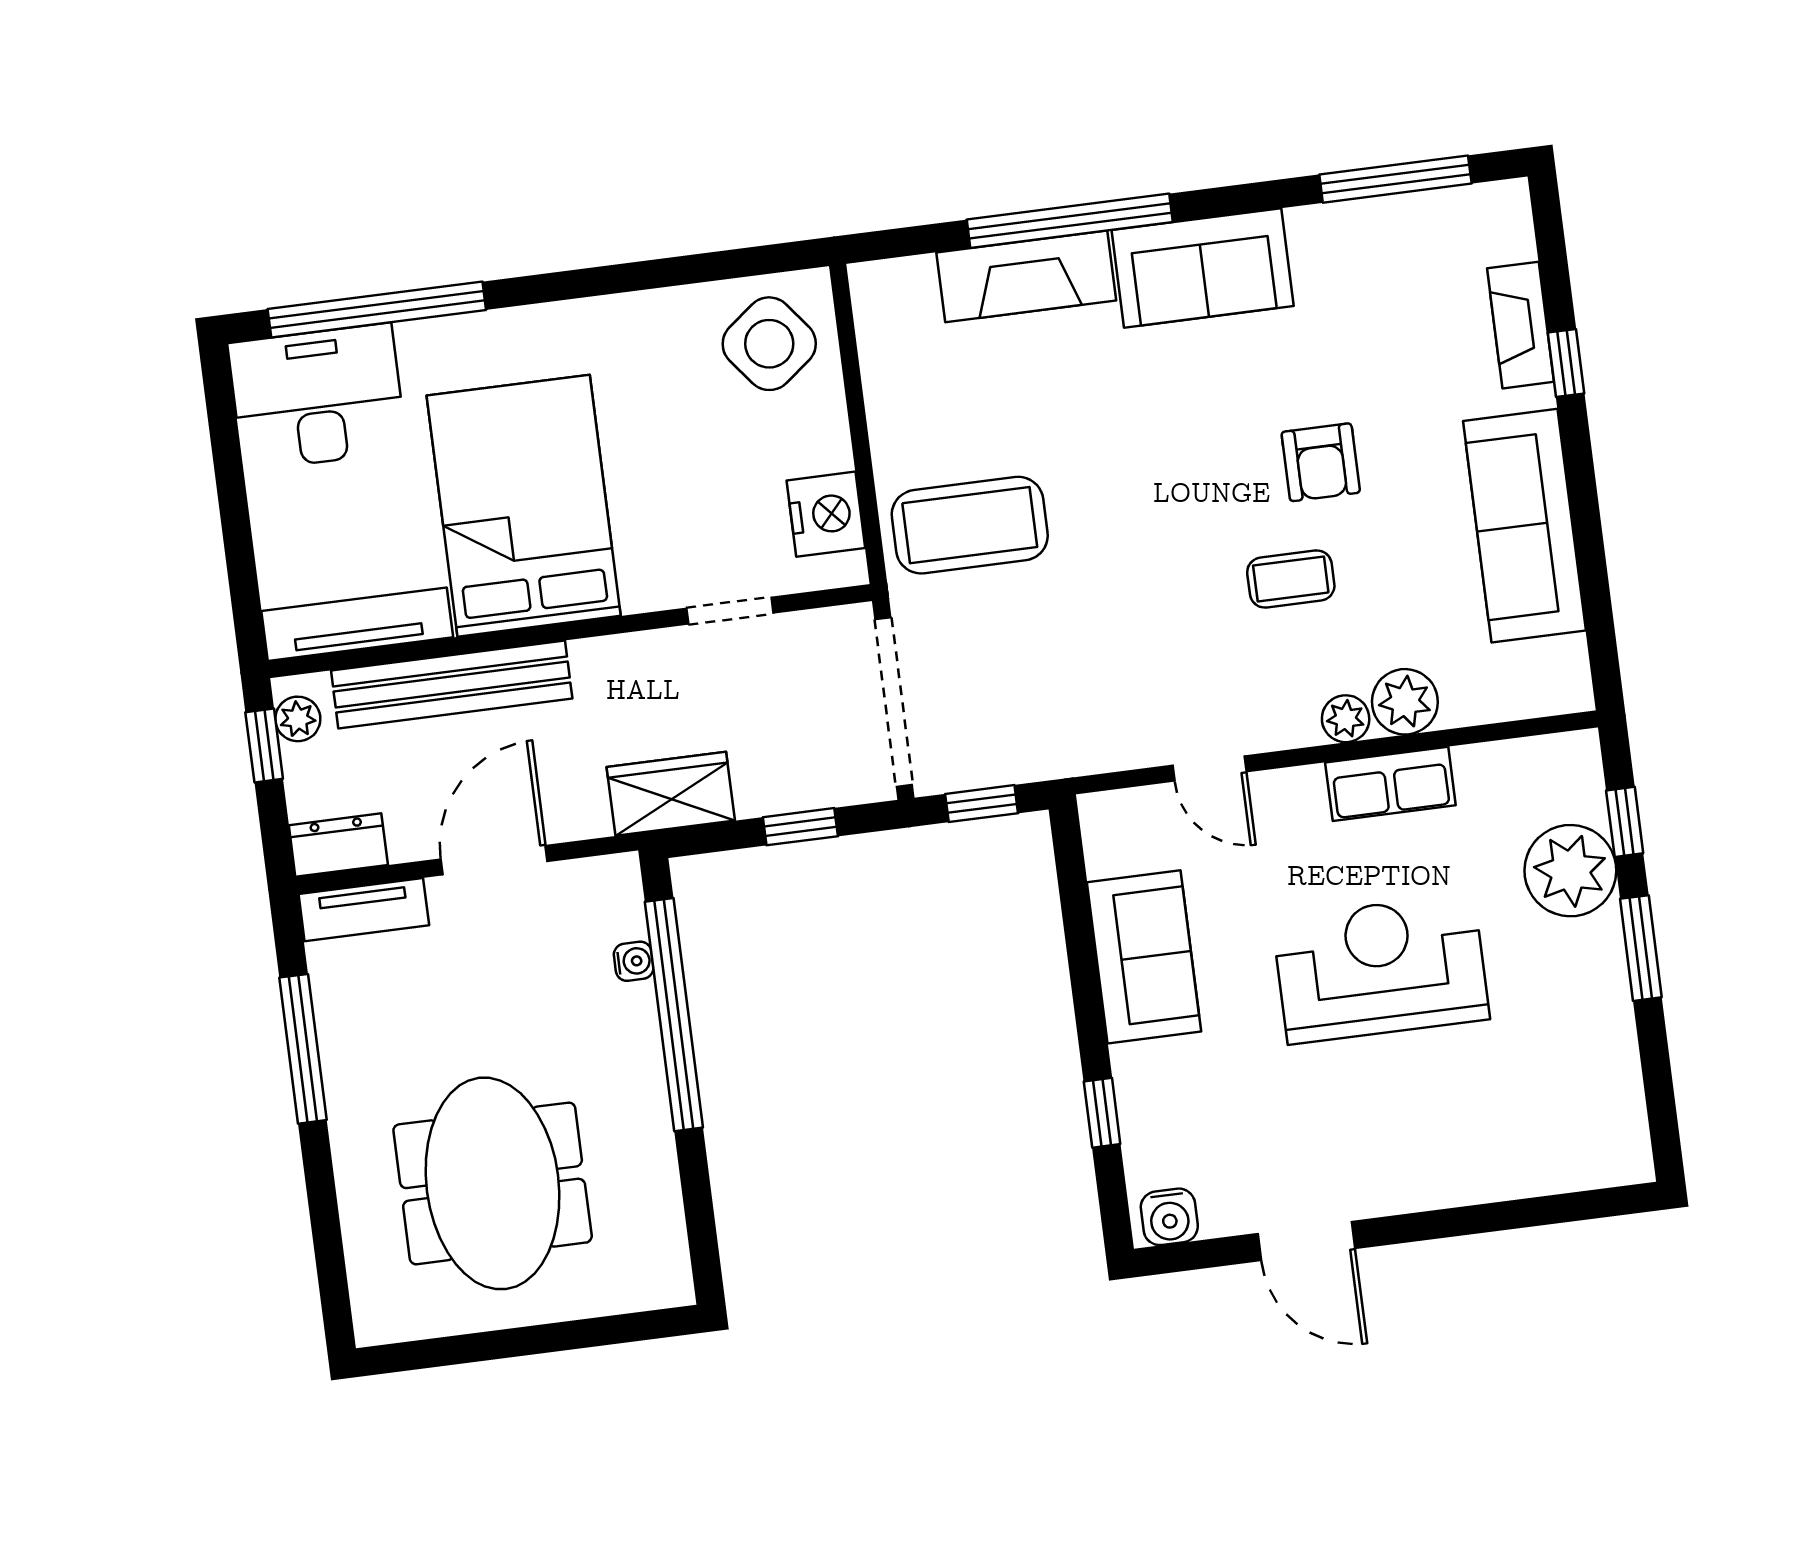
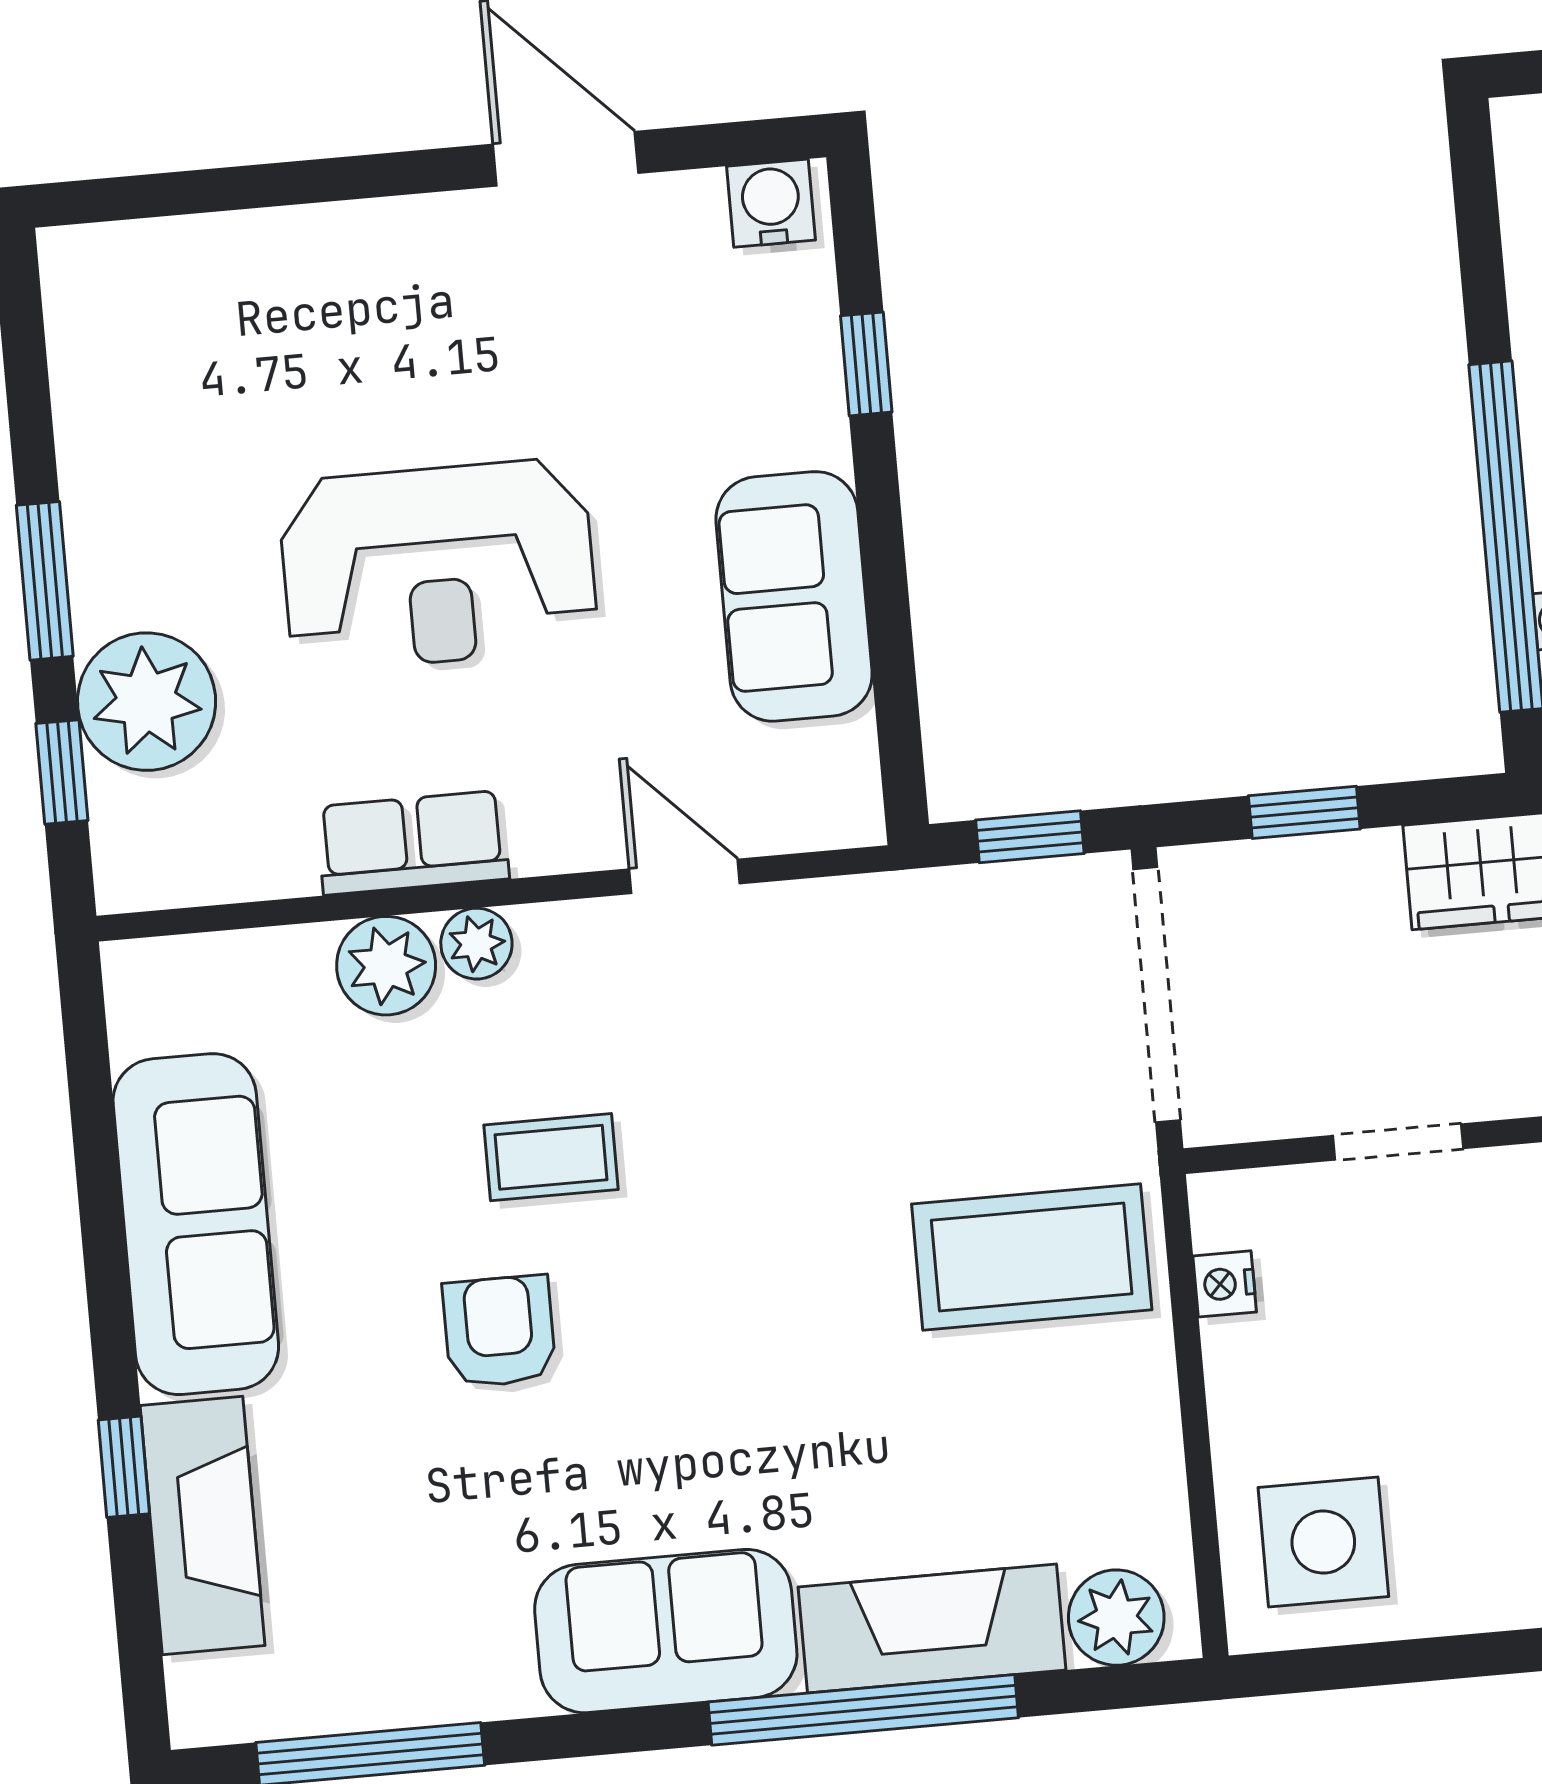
plant: (905, 288) -> (1116, 1618), added
fireplace: (1521, 325) -> (203, 1526), width x1.37, depth x1.32
side table: (769, 344) -> (1323, 1542), turned 38
nightstand: (826, 514) -> (1225, 1284), width x0.53, depth x0.56

